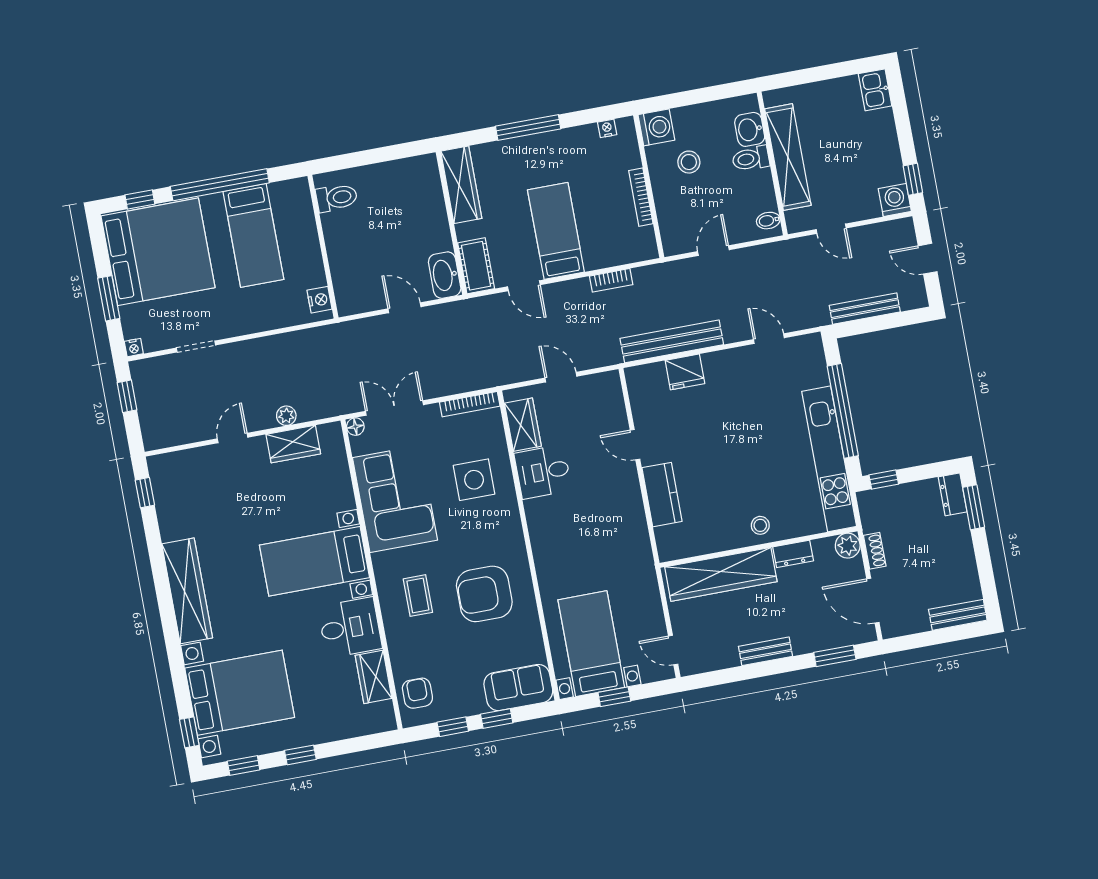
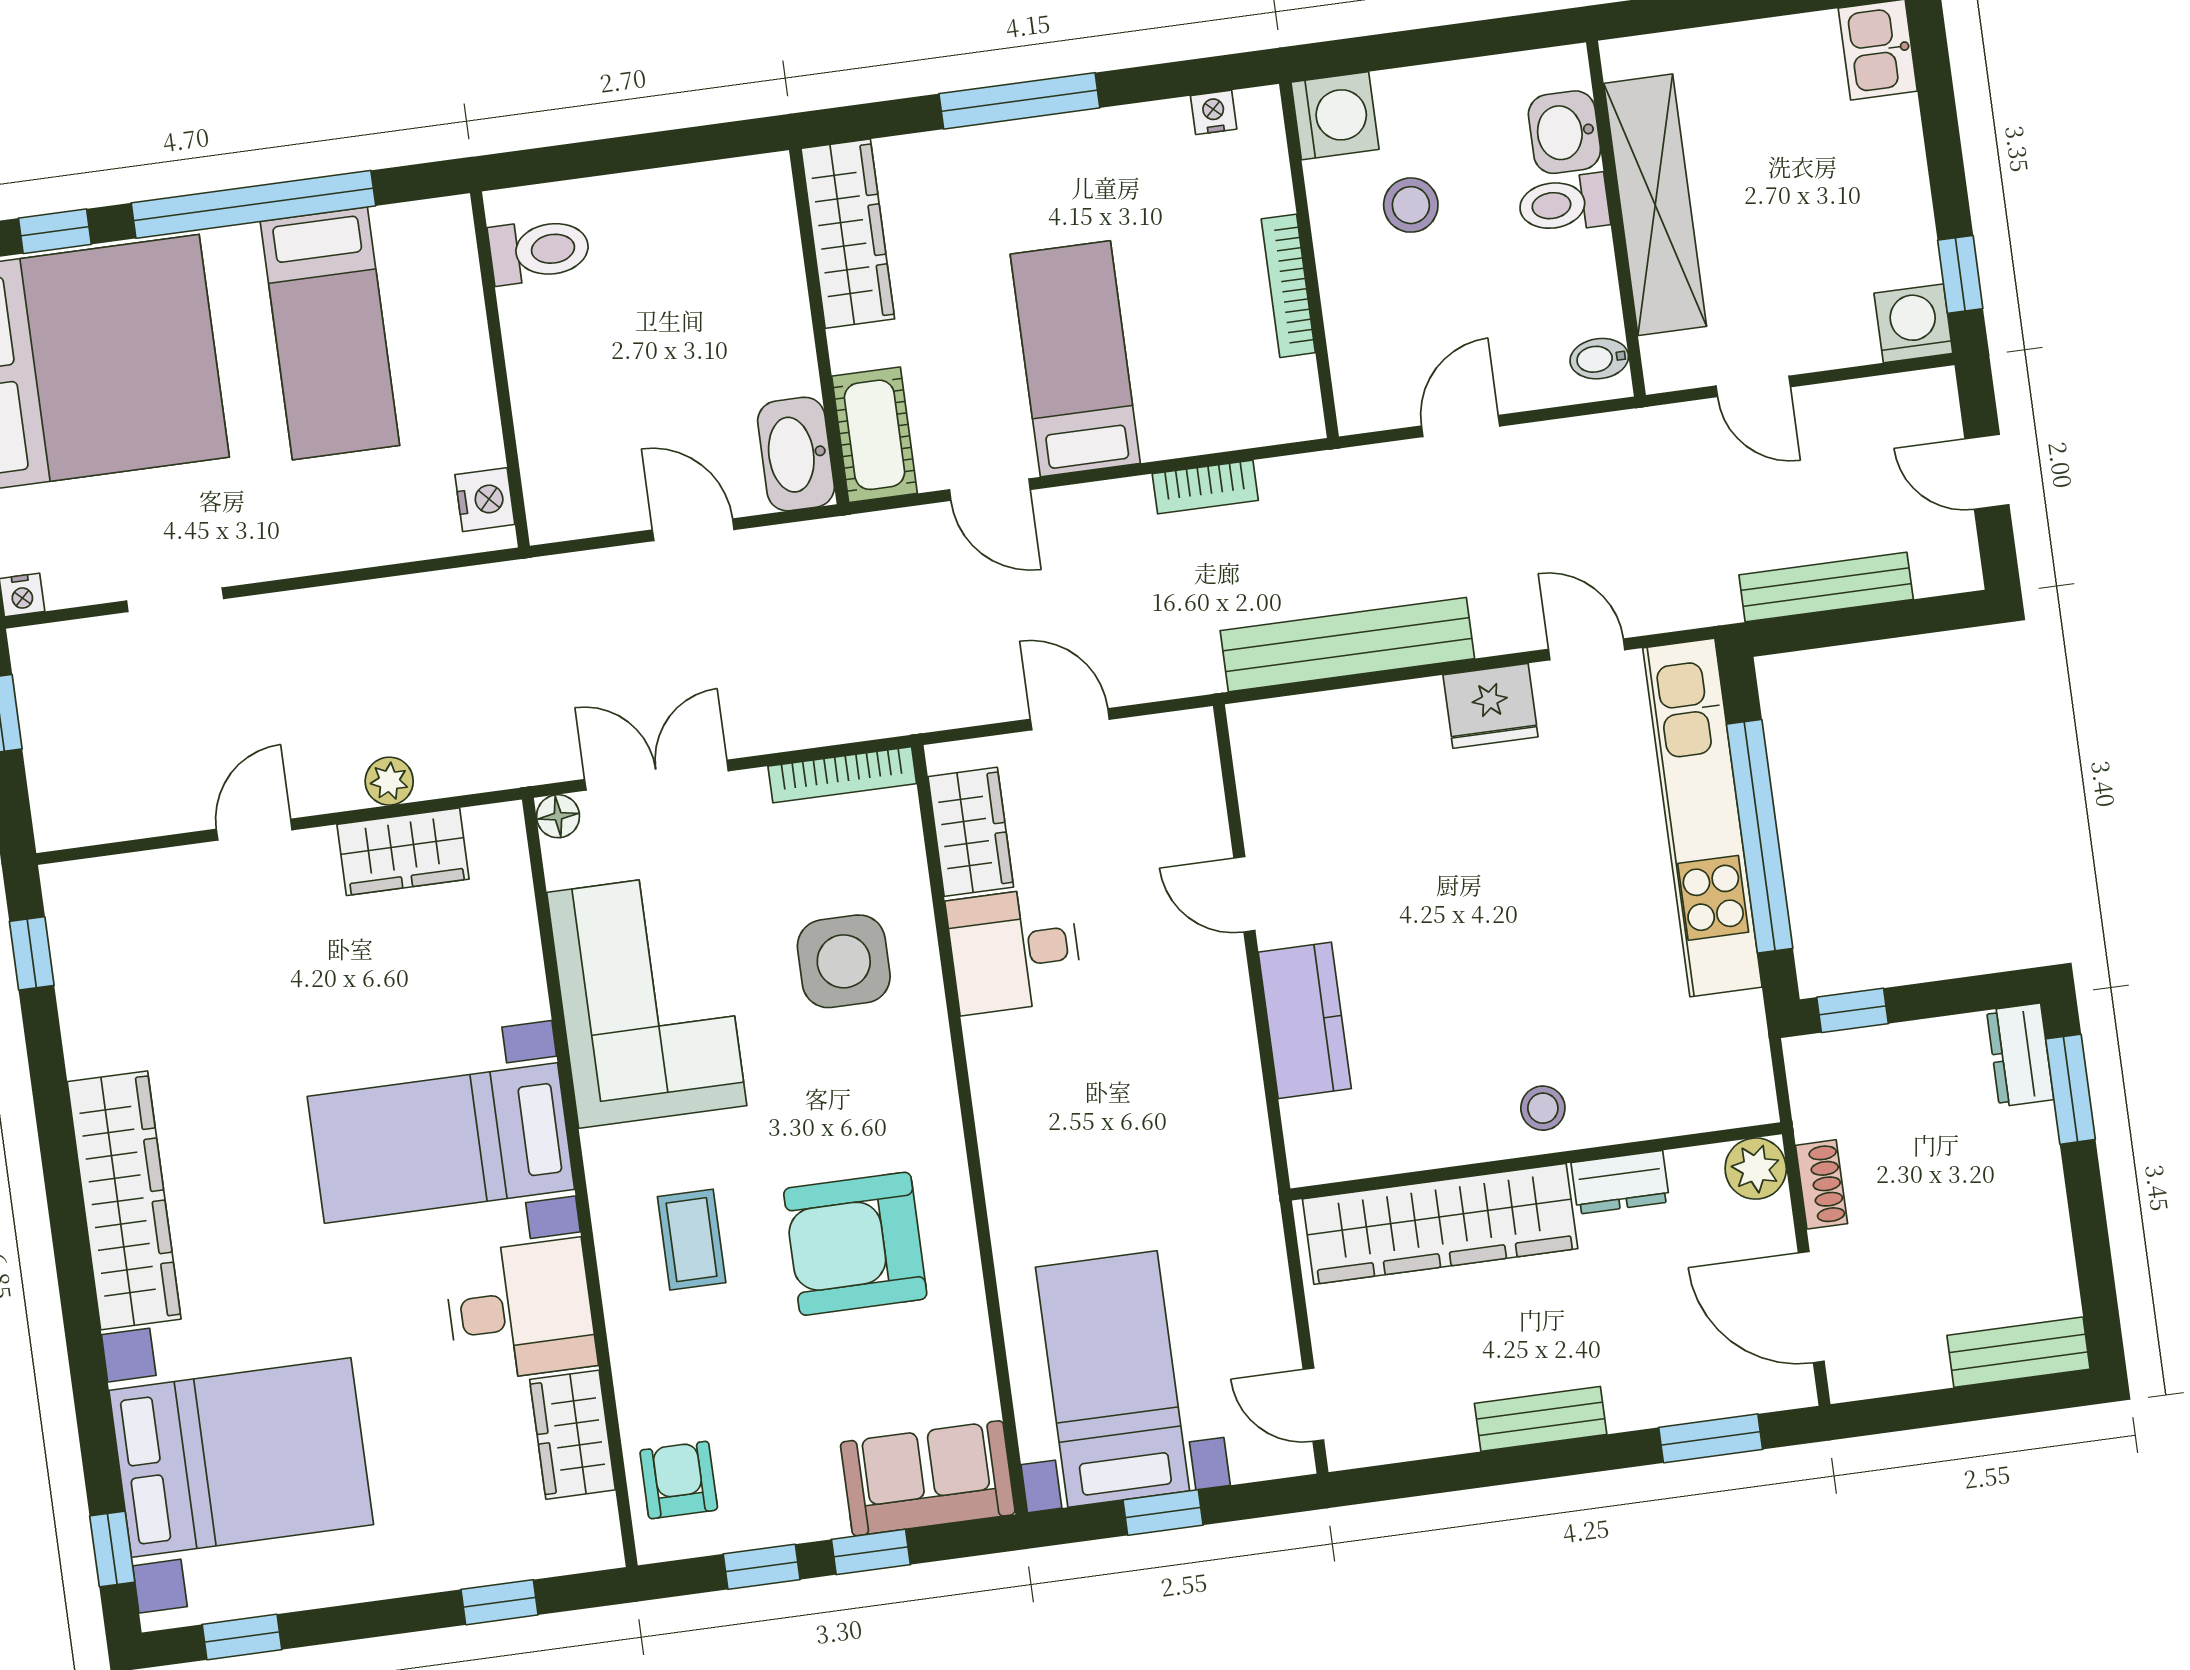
fridge: (685, 372) -> (1491, 706), moved
kitchen unit: (829, 459) -> (1702, 818), moved
window: (300, 755) -> (499, 1602), moved

